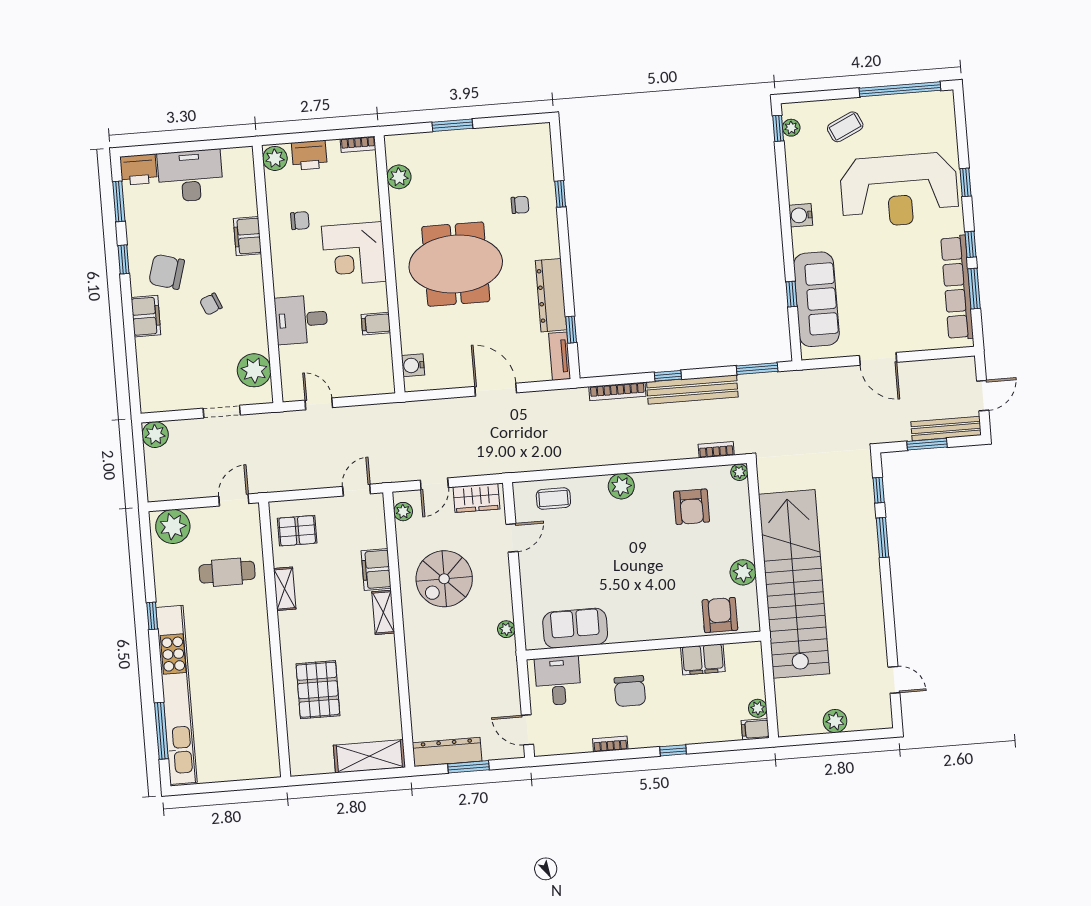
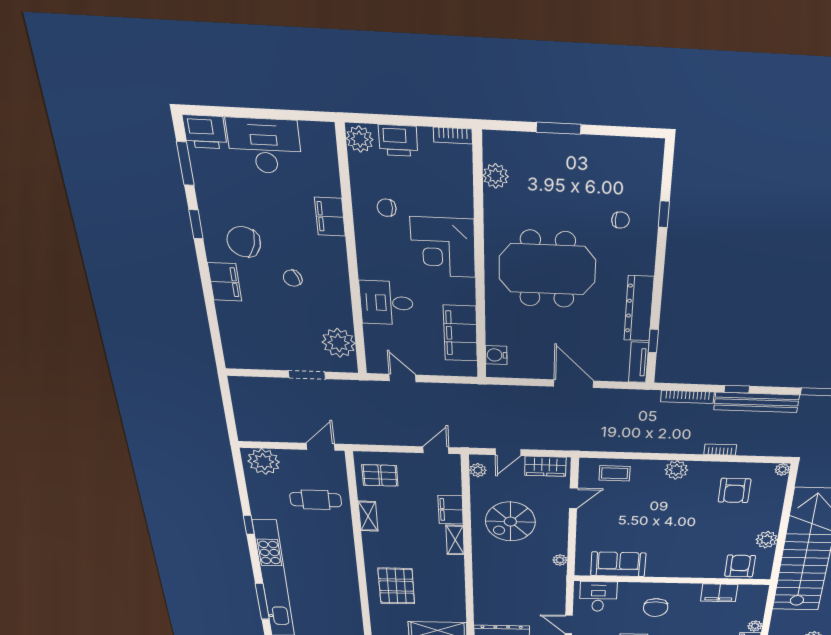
chair: (300, 221) -> (387, 208), turned 180
filing cabinet: (376, 324) -> (460, 333), width x3.00, depth x1.17
plant: (155, 435) -> (242, 387), removed
bookcase: (716, 450) -> (720, 450), moved

